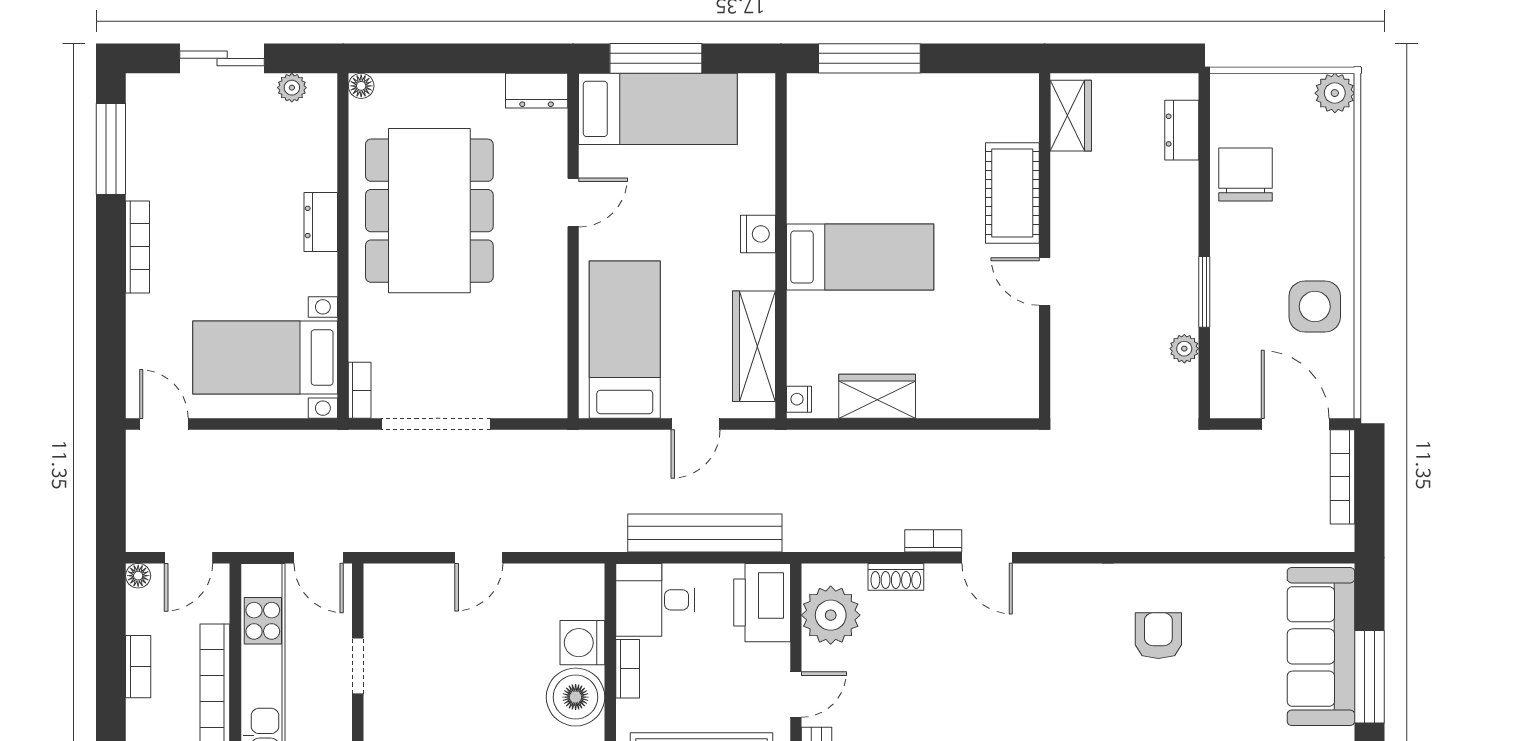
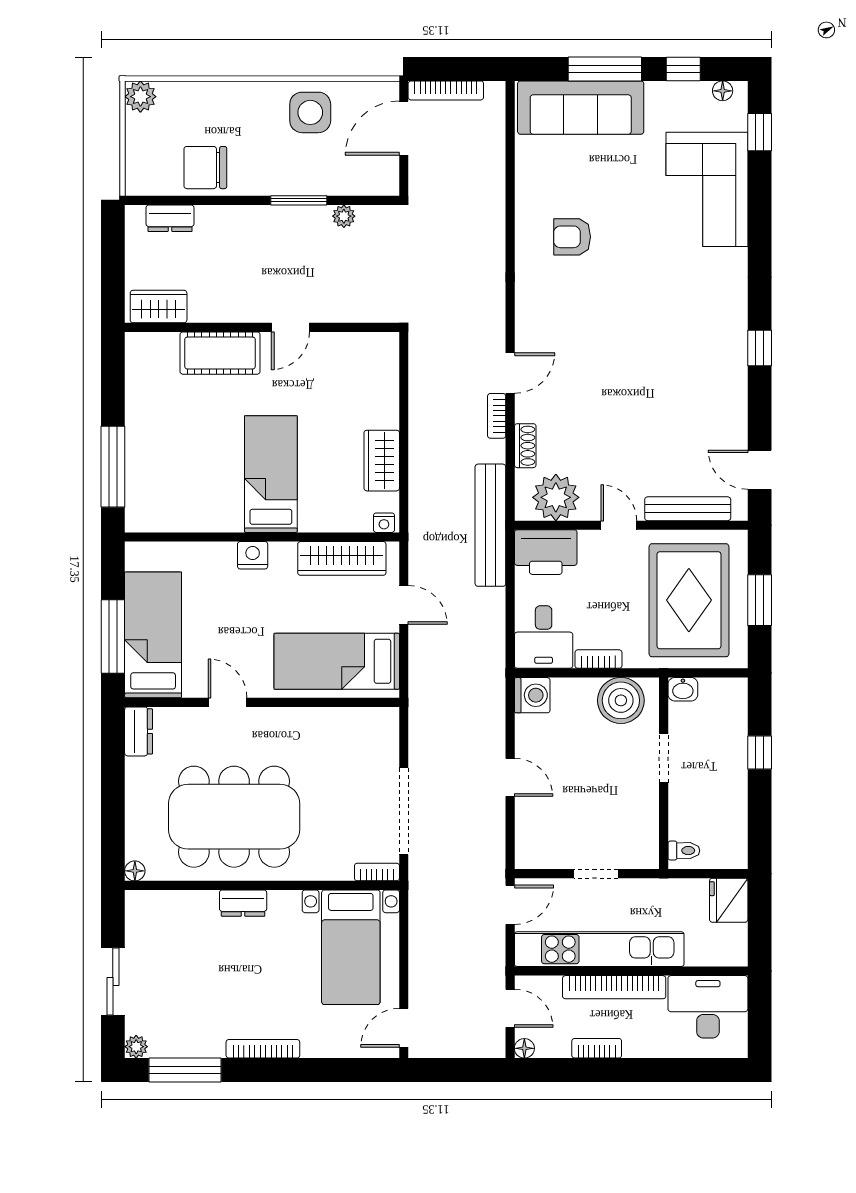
plant: (292, 88) -> (136, 1047), moved
bench: (705, 533) -> (490, 525), moved
washing machine: (582, 643) -> (532, 695), moved, turned -90

